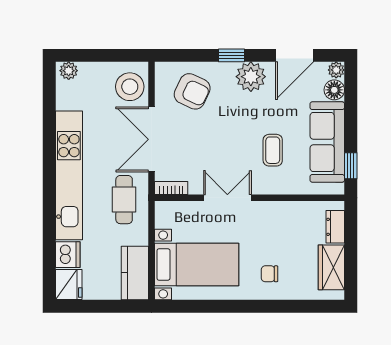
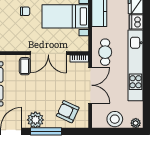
window: (231, 55) -> (46, 131), width x2.17
stool: (130, 87) -> (115, 119), moved
coffee table: (273, 150) -> (25, 66), moved
double door: (227, 198) -> (48, 53), width x1.37

